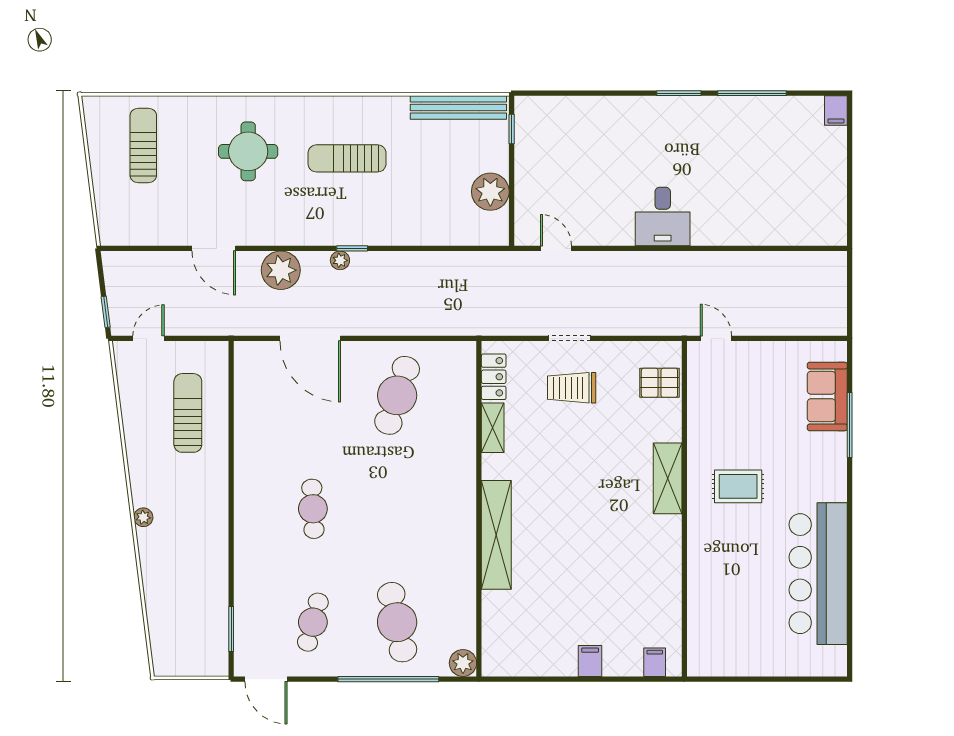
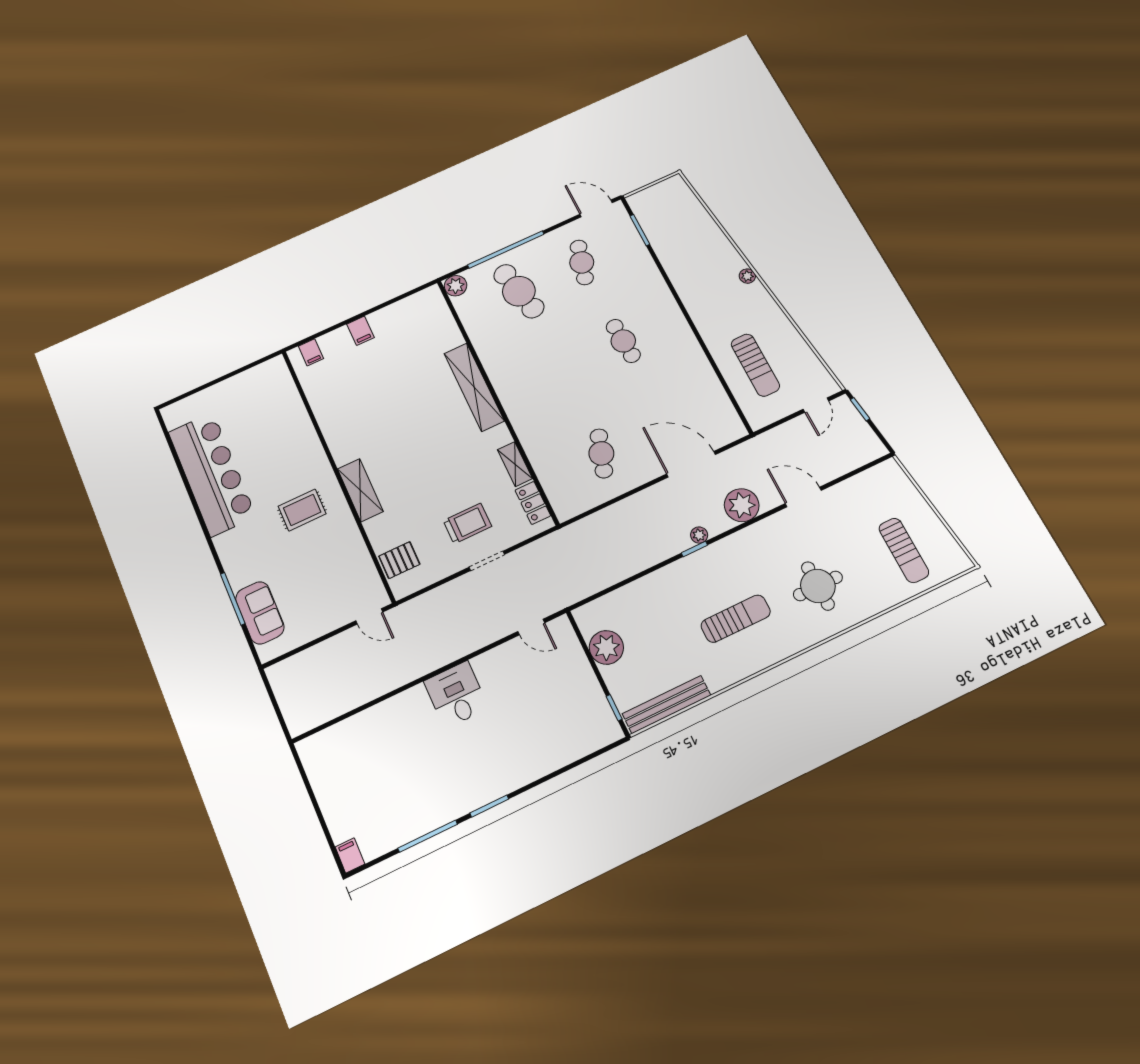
cafe table: (397, 395) -> (601, 453), width x0.73, depth x0.74

